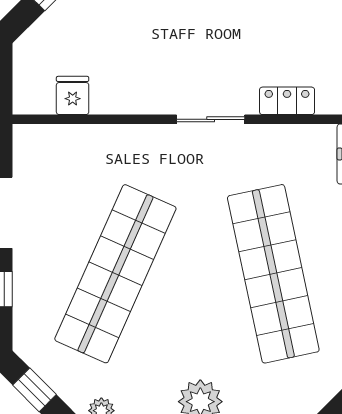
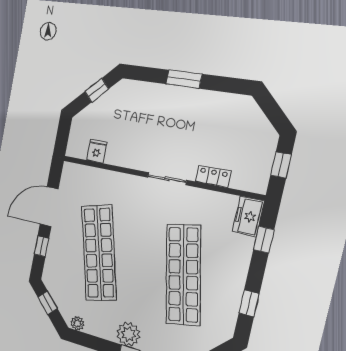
shop shelf: (115, 274) -> (99, 253), turned -39

